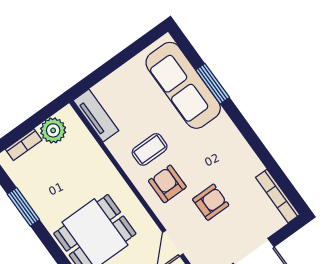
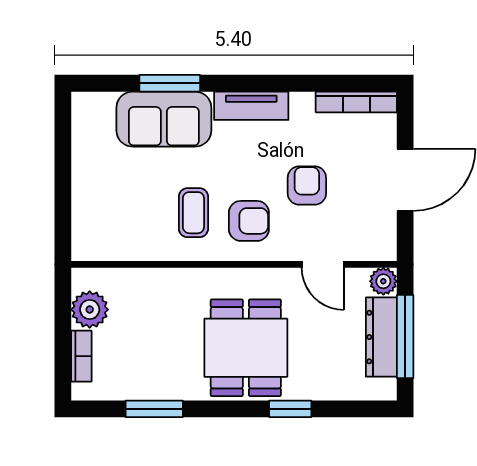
sofa: (183, 85) -> (164, 119), width x0.73
tv unit: (96, 116) -> (251, 106), moved, turned 180
armchair: (167, 184) -> (249, 221), turned 180

